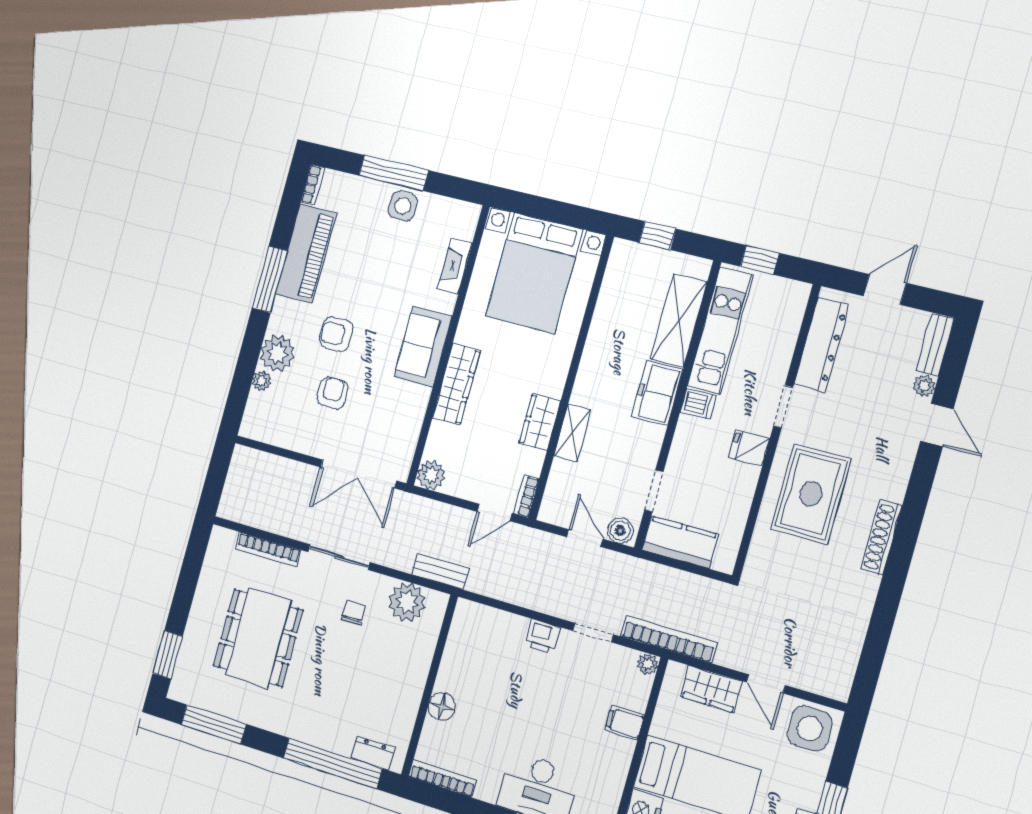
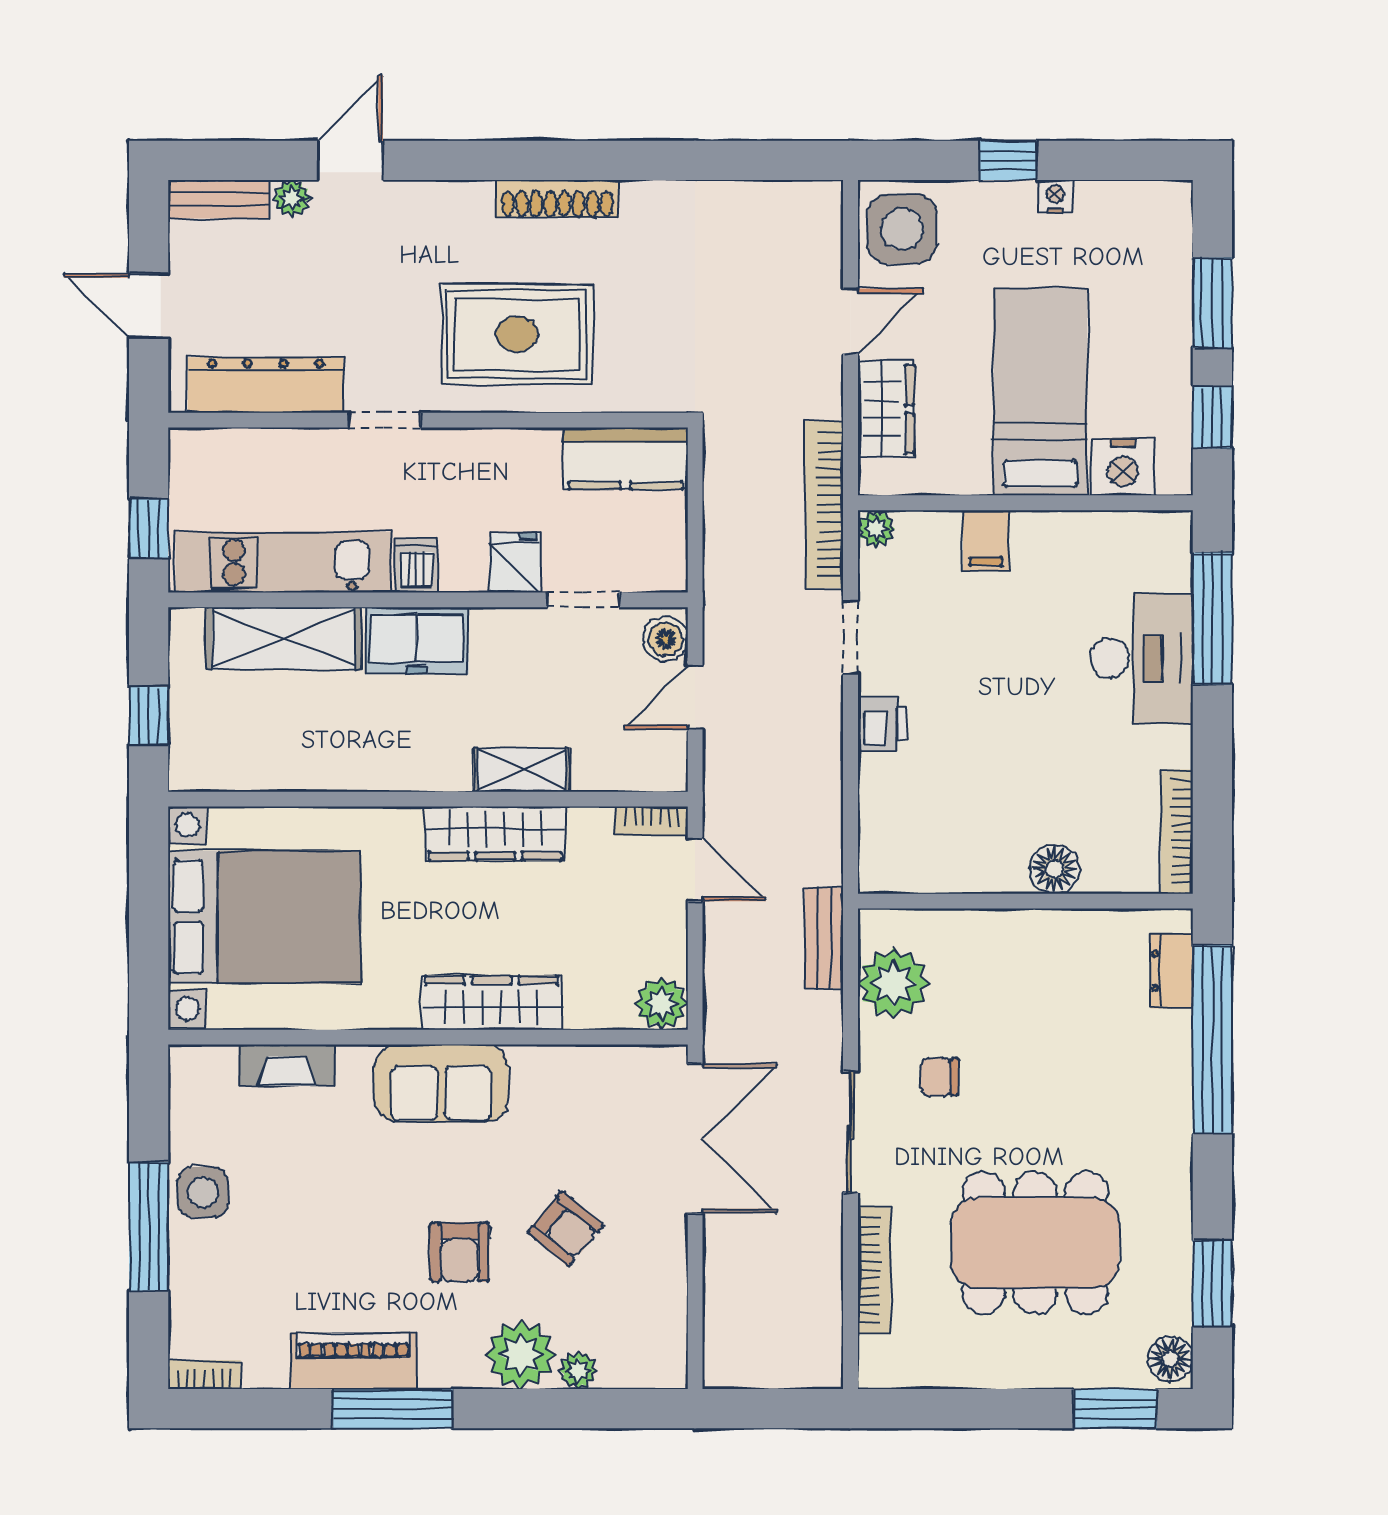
piano: (306, 254) -> (354, 1361), width x0.73, depth x0.75
armchair: (332, 393) -> (565, 1229), turned -140
wardrobe: (540, 422) -> (495, 833), width x1.50
fridge: (749, 448) -> (515, 562), moved, turned 180
kitchen counter: (680, 542) -> (626, 458), moved, turned -90
floor lamp: (183, 691) -> (1170, 1359), added
window: (214, 724) -> (1212, 1283), width x0.69

